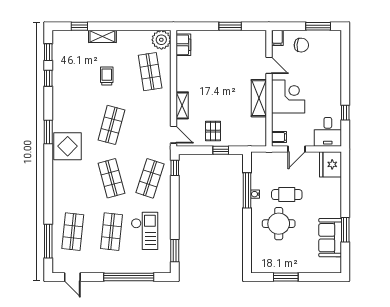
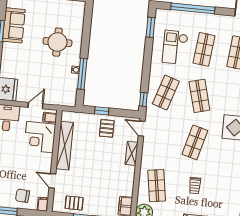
pallet: (242, 43) -> (74, 203), added
corner desk: (288, 96) -> (40, 137), moved
shelving: (259, 98) -> (65, 146), width x1.47
cafe table: (287, 195) -> (48, 67), removed

